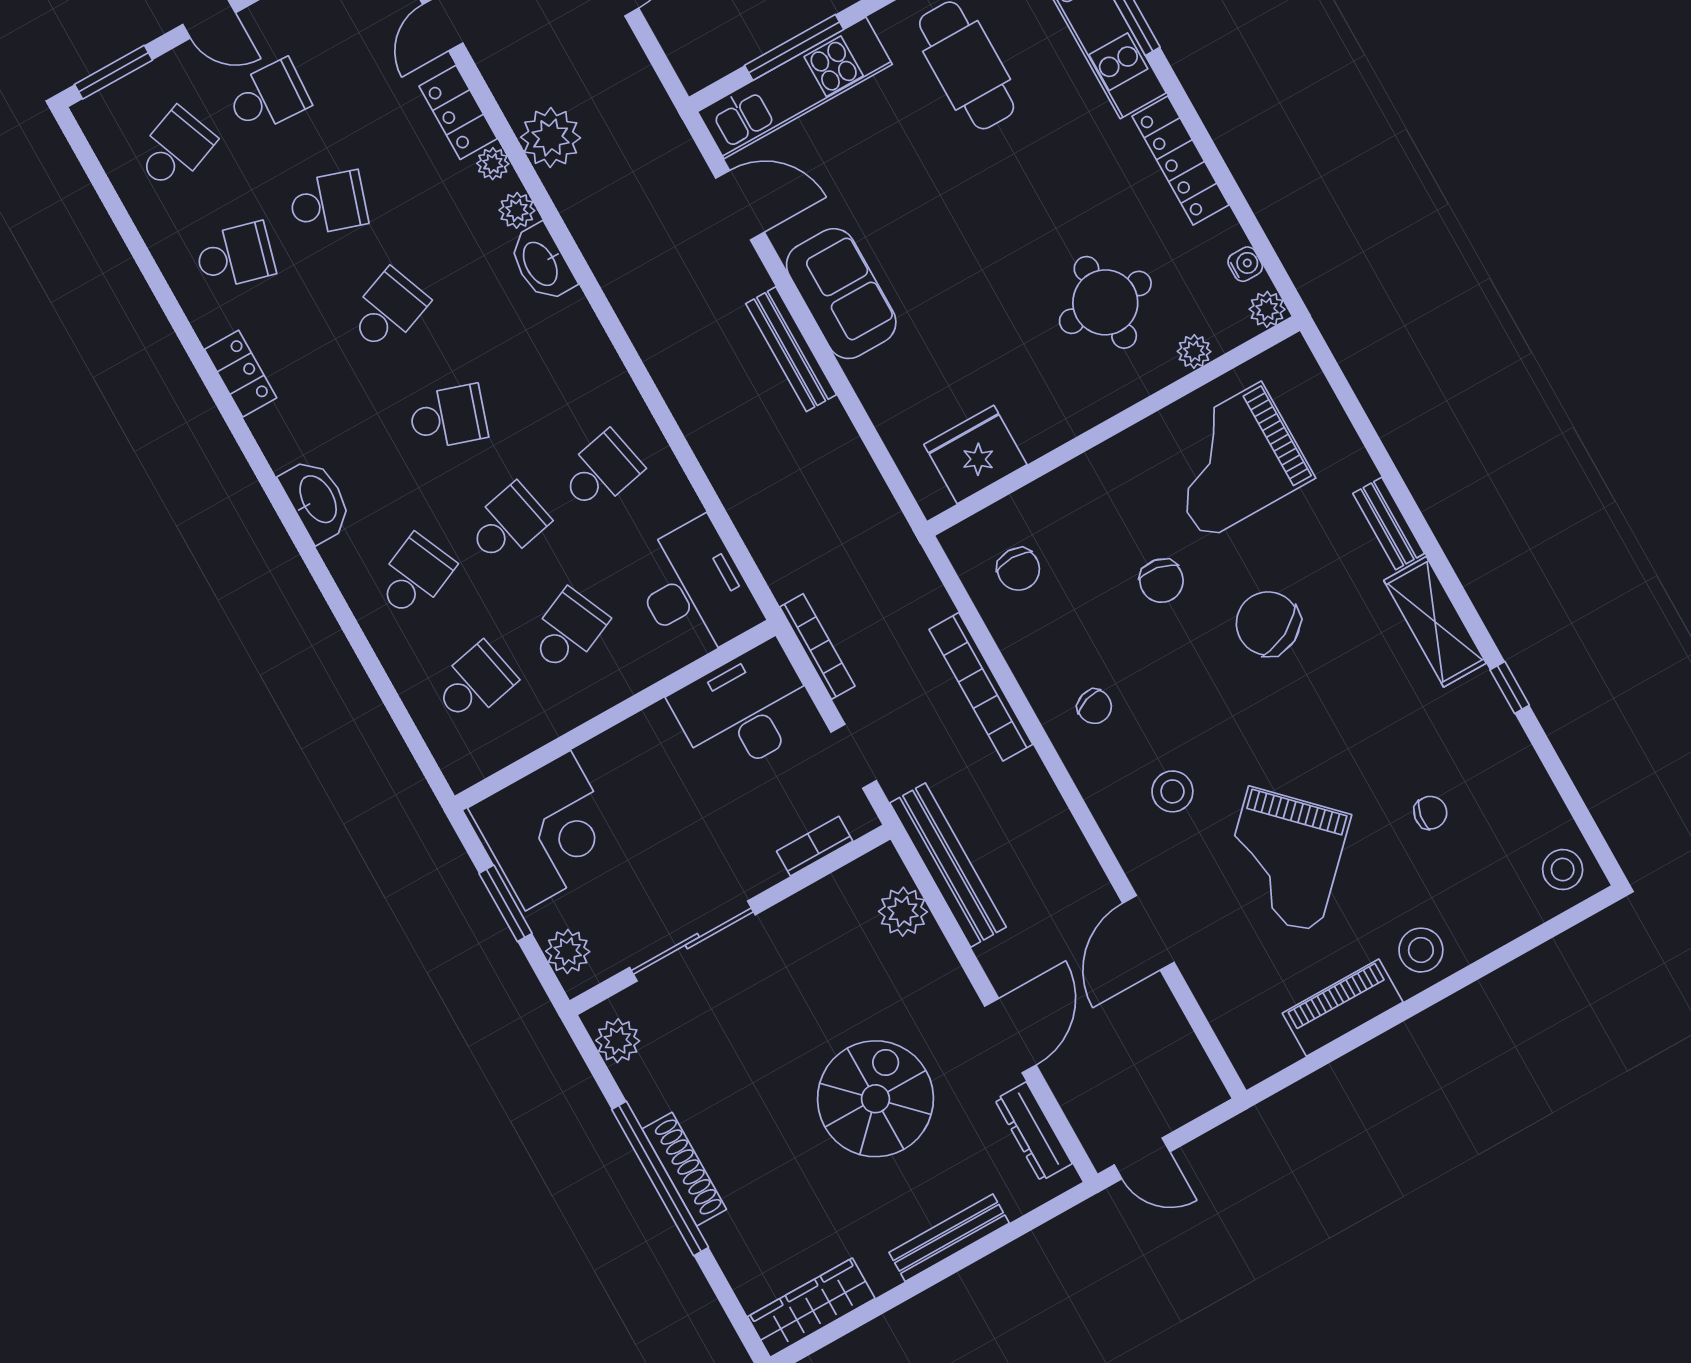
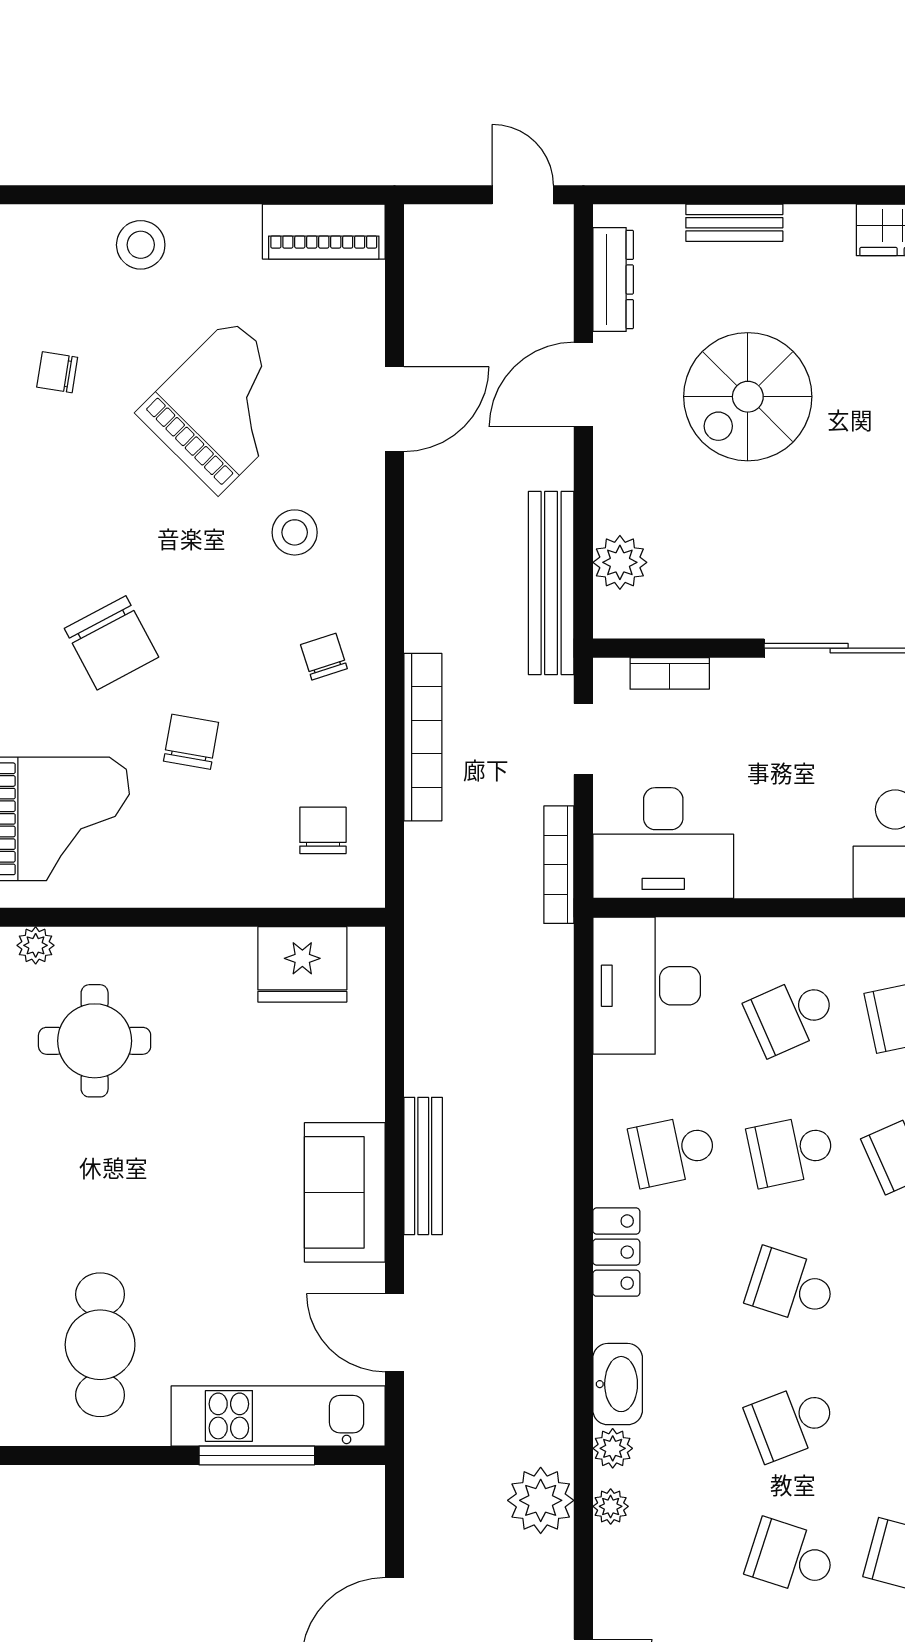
locker: (458, 112) -> (616, 1252), moved
piano: (1343, 1008) -> (324, 232), moved
bench: (949, 1238) -> (734, 223), width x0.73

